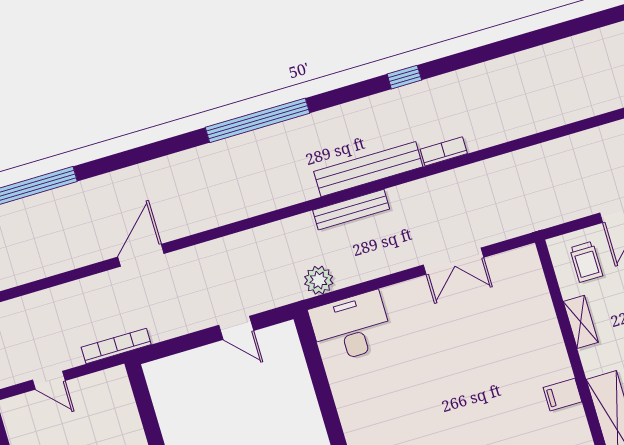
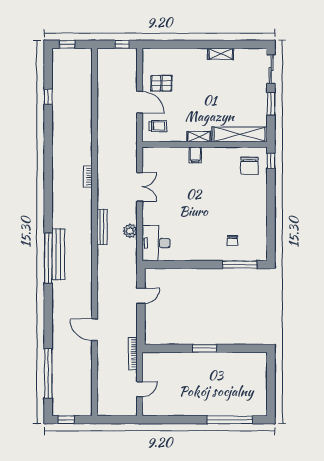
window: (404, 77) -> (48, 97), moved
bench: (368, 169) -> (58, 254), moved
plant: (319, 280) -> (130, 231), moved
shelving: (581, 322) -> (199, 137), moved
filing cabinet: (562, 395) -> (195, 155), moved

